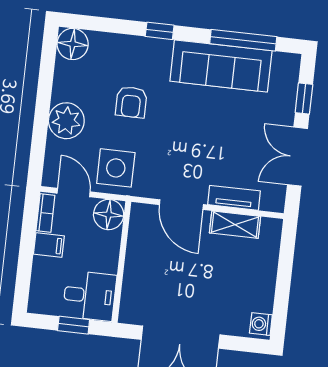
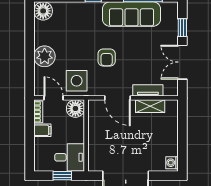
armchair: (131, 102) -> (107, 57), moved

